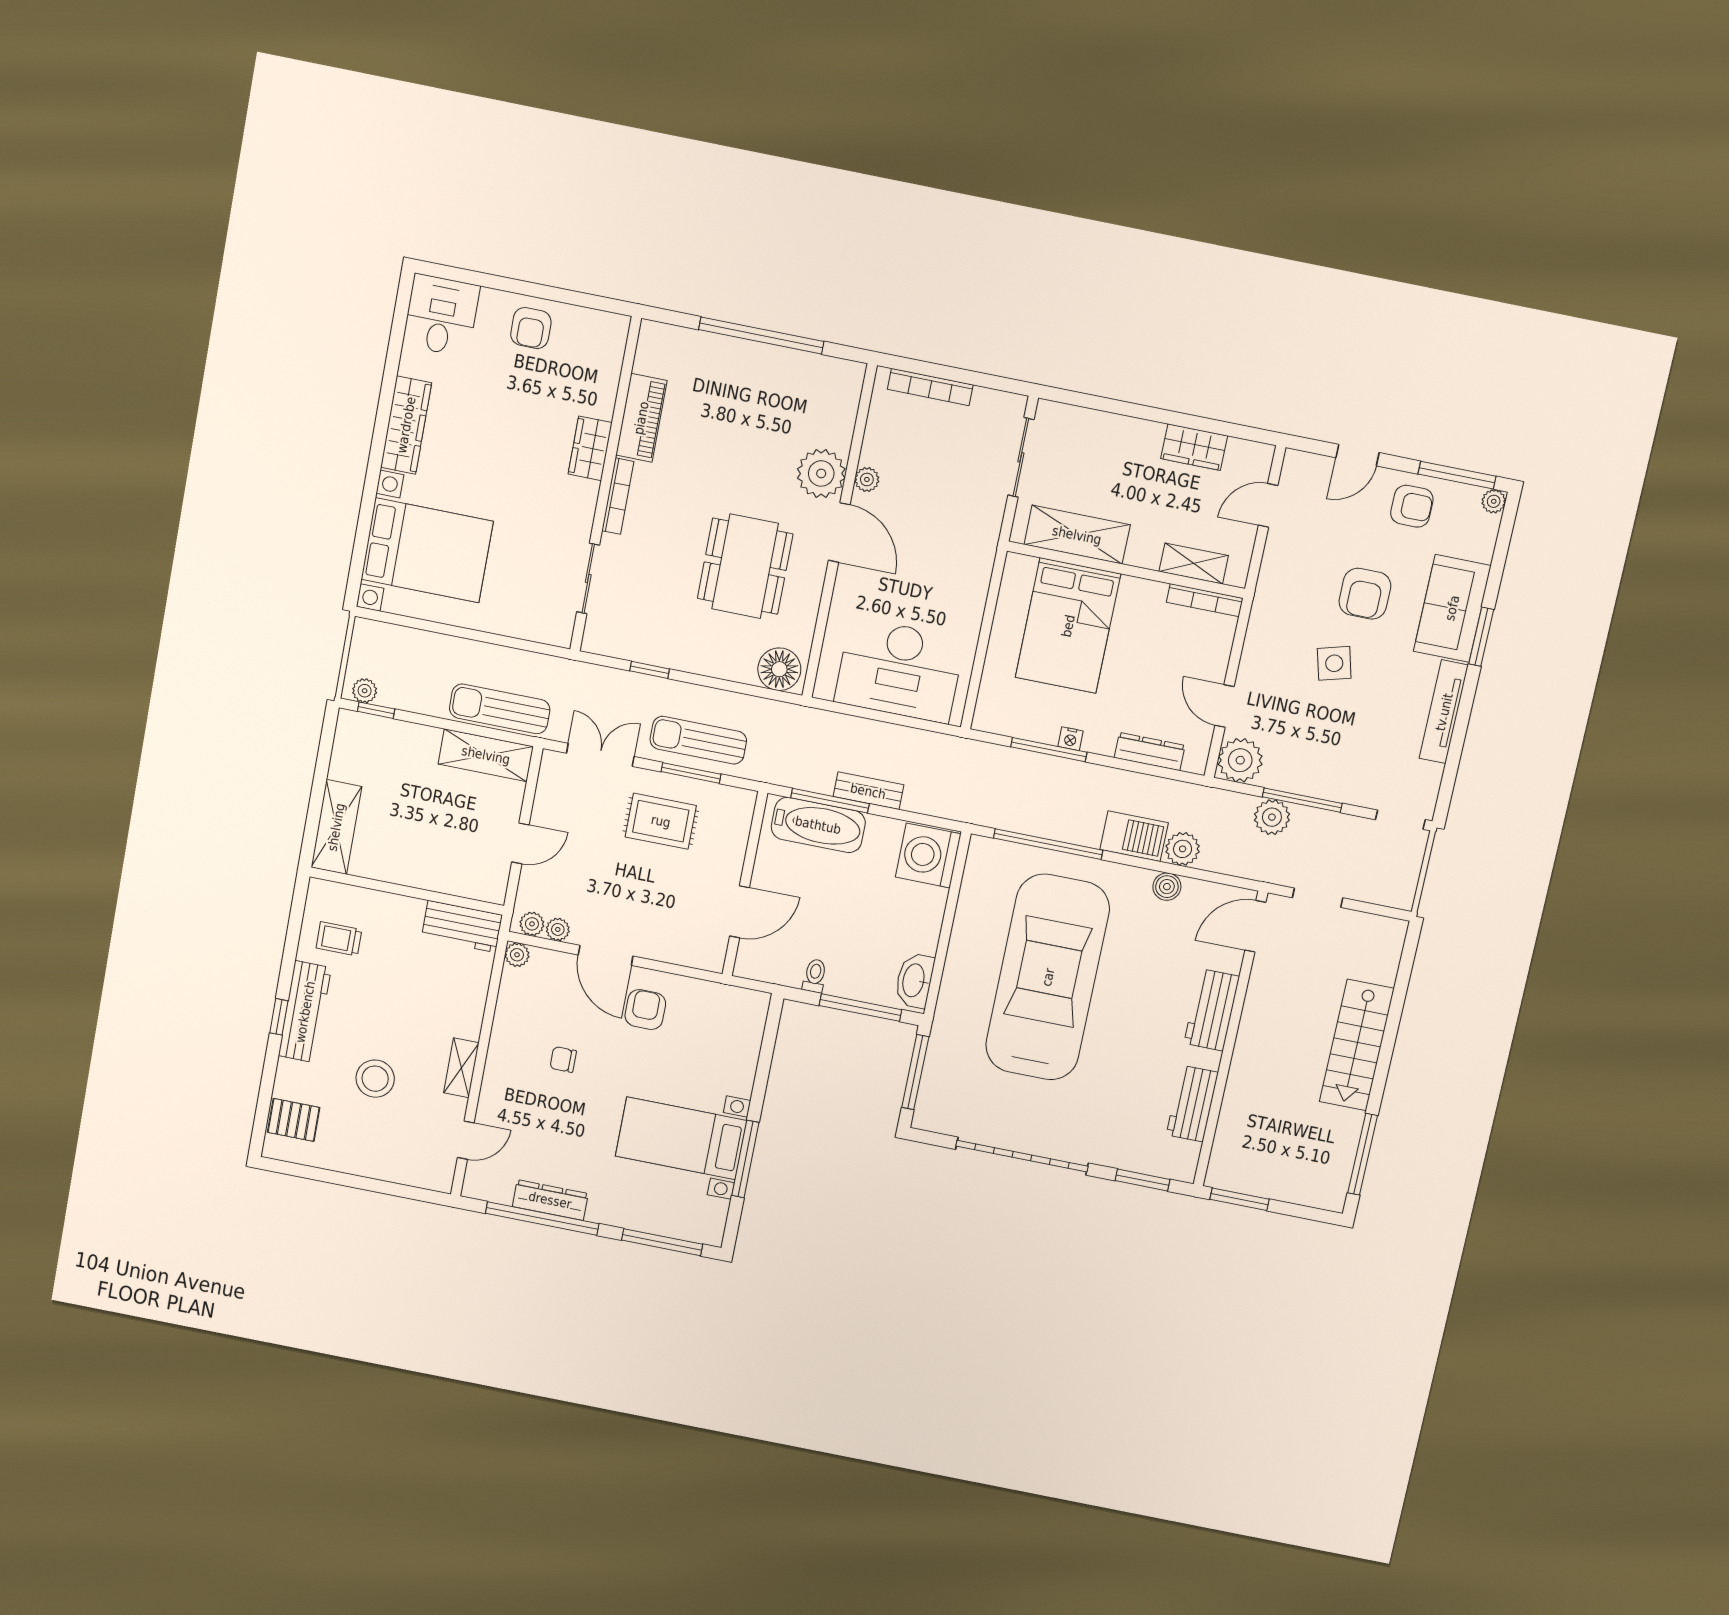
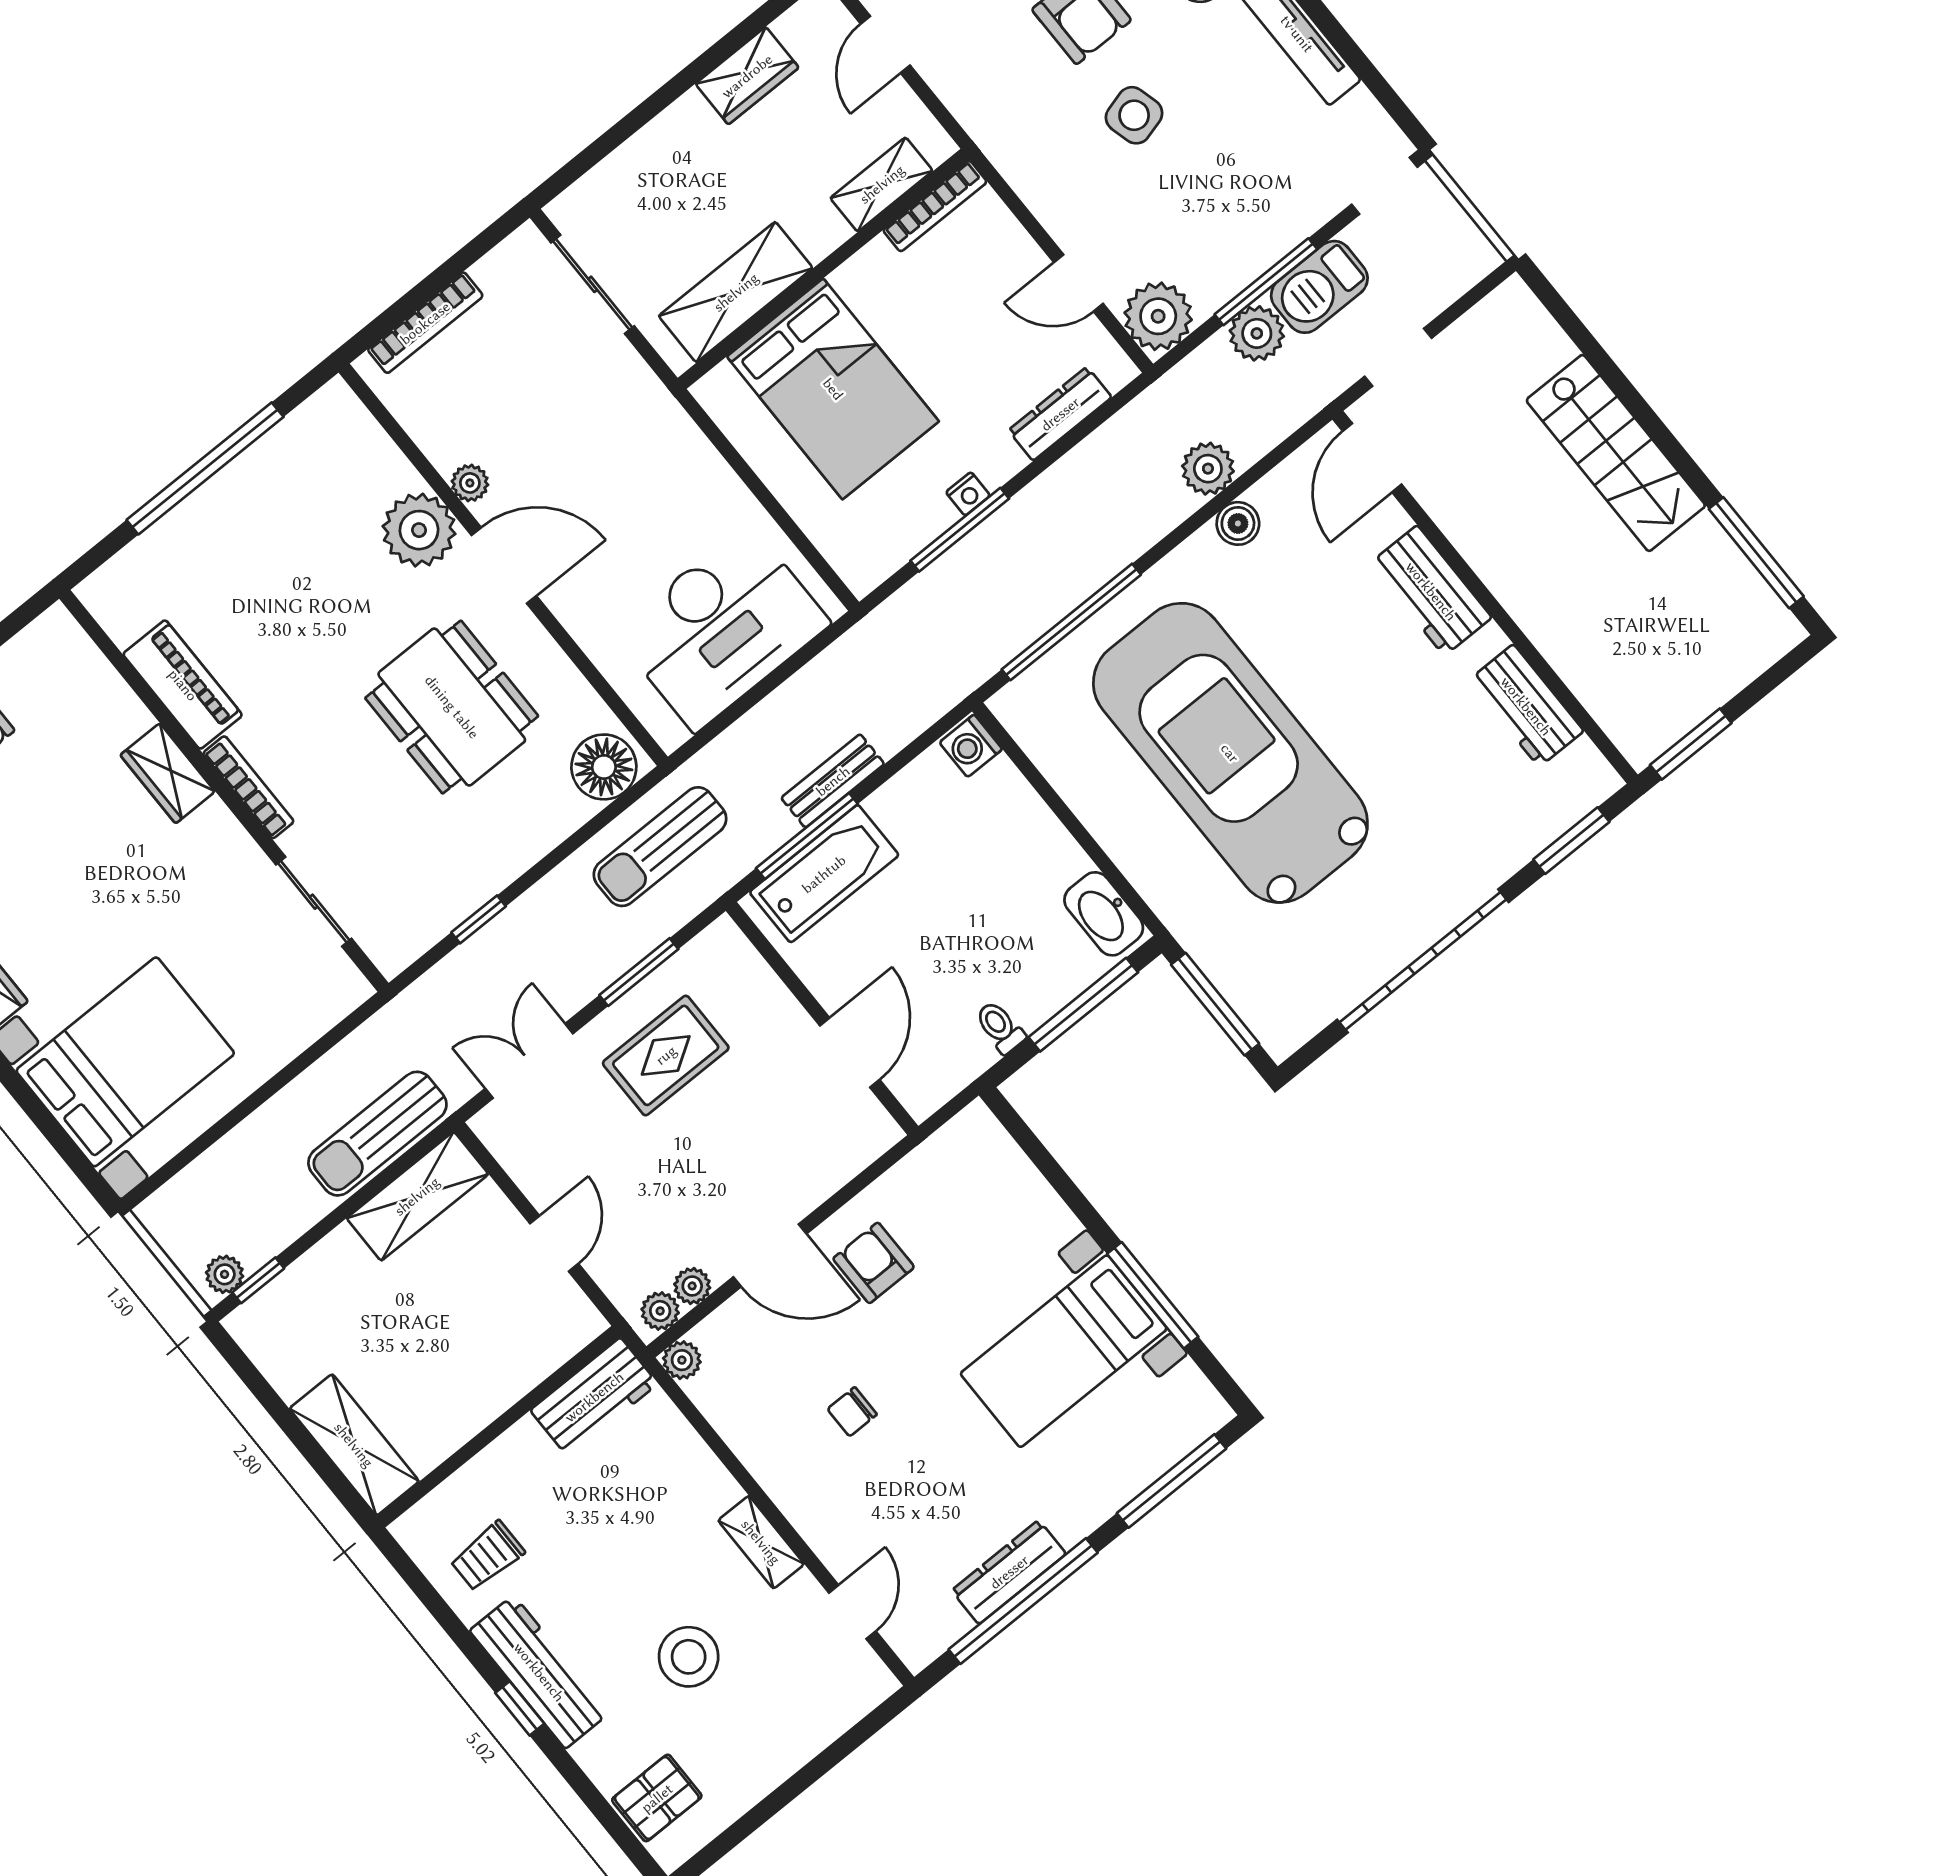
sun lounger: (698, 740) -> (660, 847), moved
barbecue: (1134, 836) -> (1319, 287), moved, turned 180
washing machine: (928, 856) -> (971, 746), width x0.53, depth x0.53

